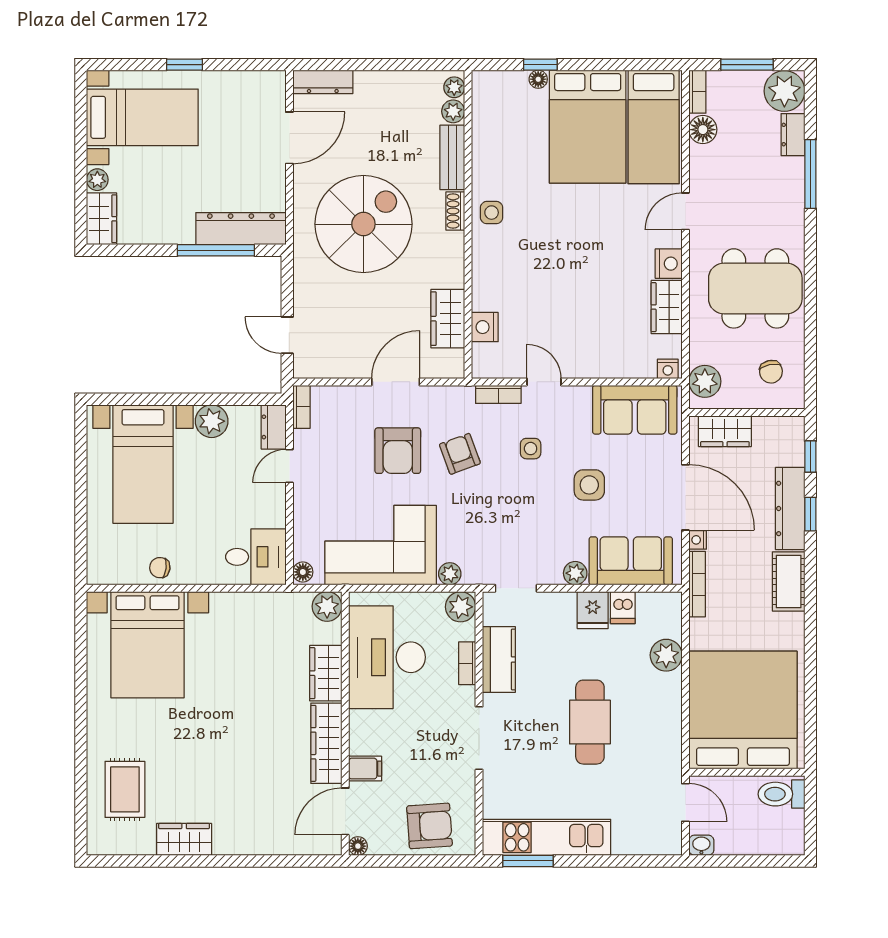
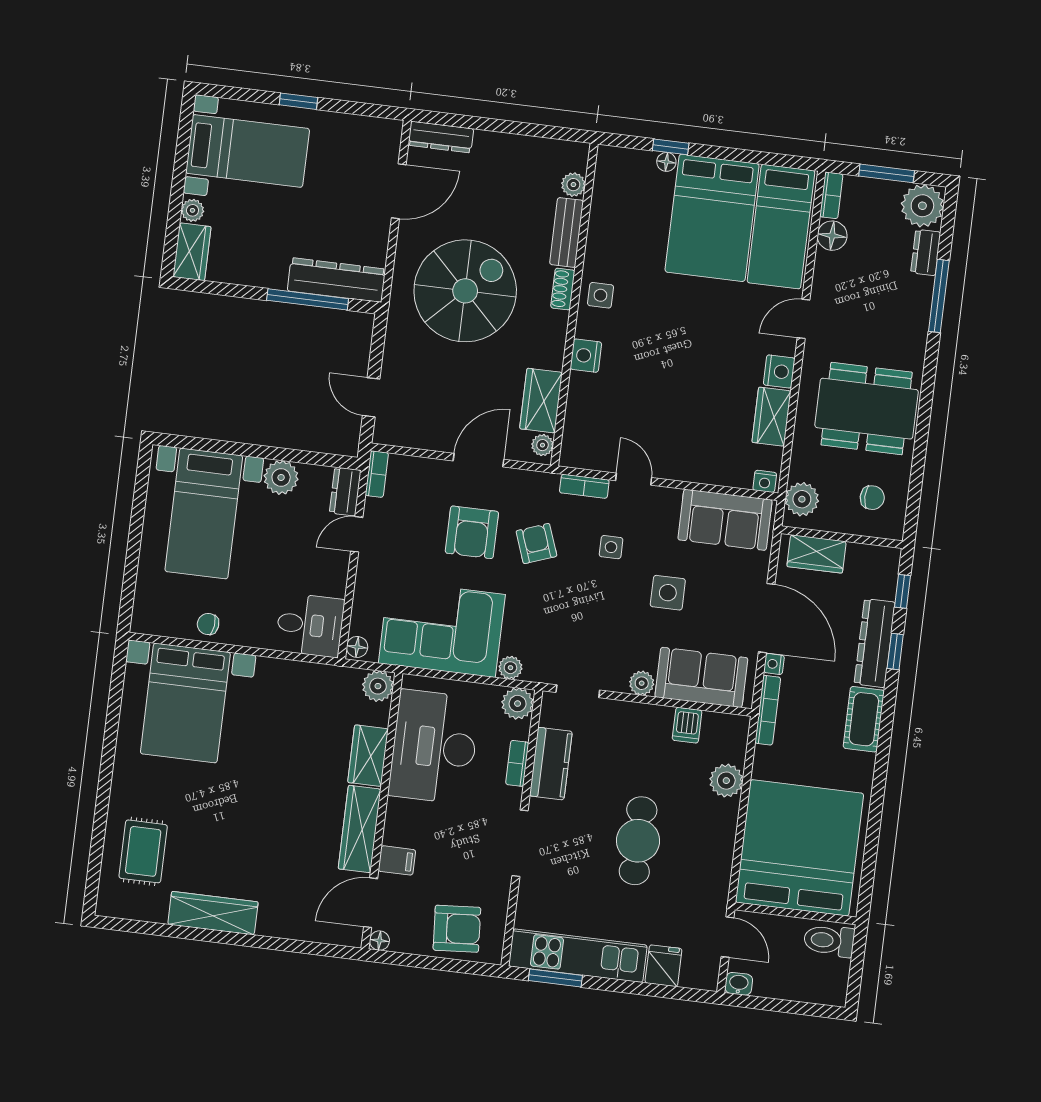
plant: (454, 87) -> (542, 445), moved
nightstand: (485, 327) -> (586, 356), moved
chair: (771, 372) -> (872, 498), turned -78
fridge: (593, 610) -> (663, 966), moved, turned 180
wardrobe: (184, 839) -> (213, 913), width x1.50

